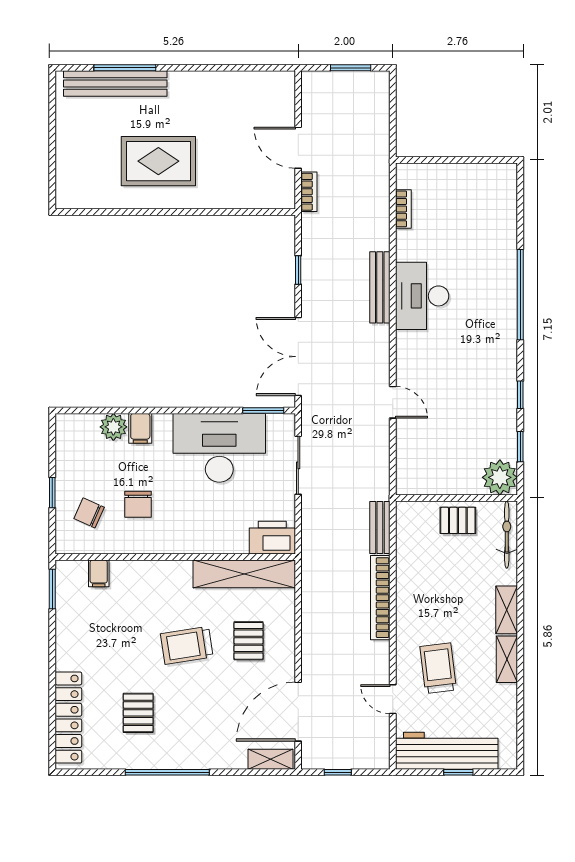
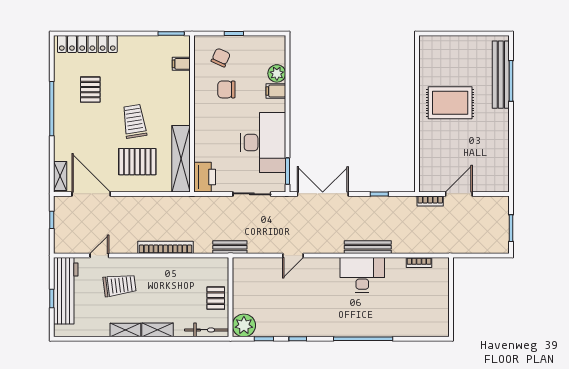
rug: (158, 161) -> (450, 103), turned 90
bench: (380, 527) -> (230, 247), moved
pallet: (249, 641) -> (137, 162), width x1.50, depth x1.42
pallet: (138, 713) -> (90, 90), turned 90

